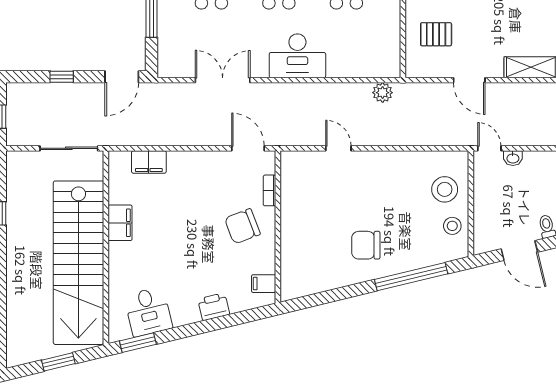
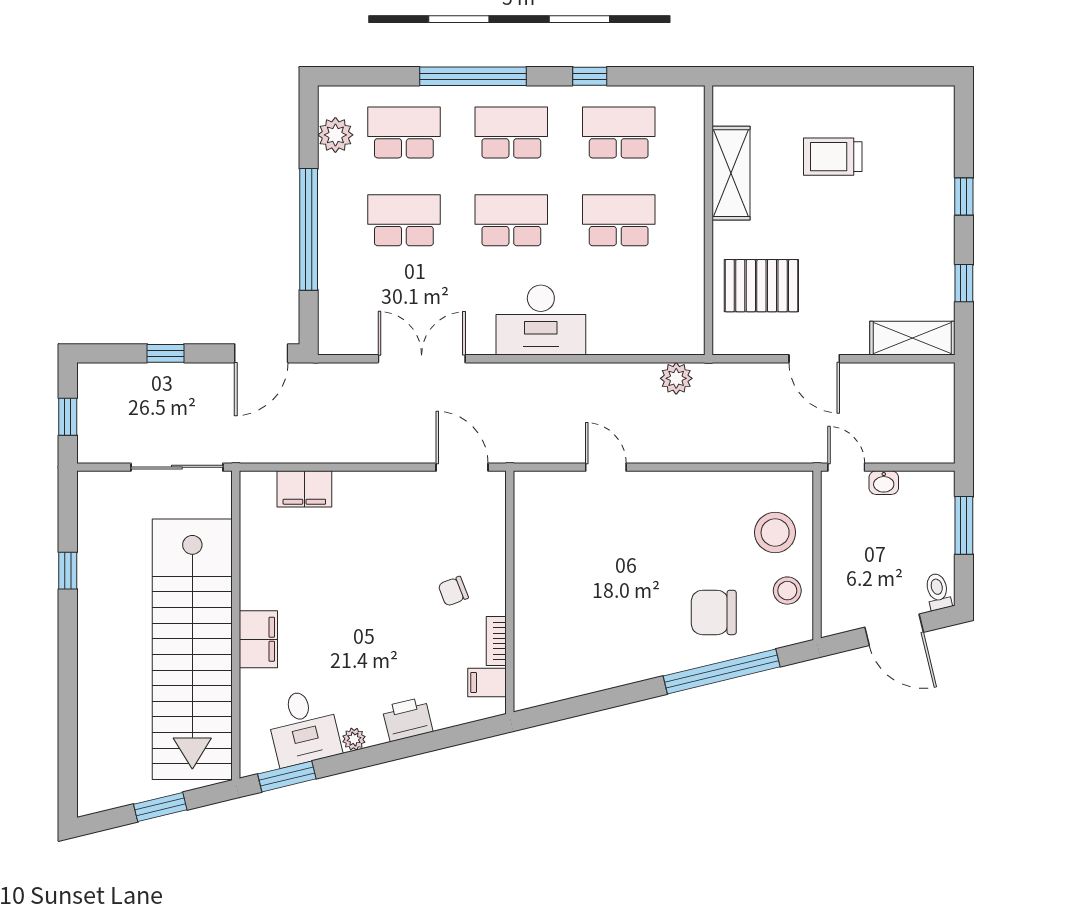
pallet: (436, 34) -> (761, 286), width x1.50, depth x1.42
bookcase: (269, 190) -> (496, 641), moved
filing cabinet: (120, 223) -> (258, 639), moved
chair: (242, 226) -> (453, 591), width x0.54, depth x0.54
chair: (366, 245) -> (714, 612), moved
plant: (180, 319) -> (354, 739), added

